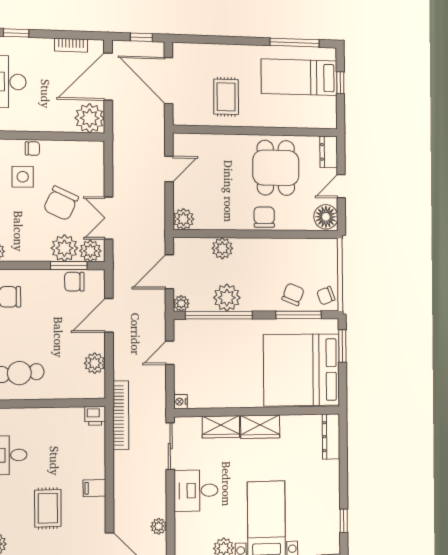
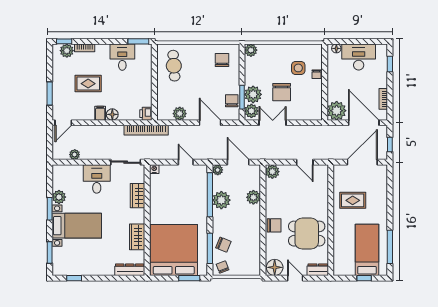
chair: (61, 203) -> (282, 92), turned -115
wardrobe: (260, 427) -> (137, 237), moved
floor lamp: (97, 469) -> (112, 114), added

